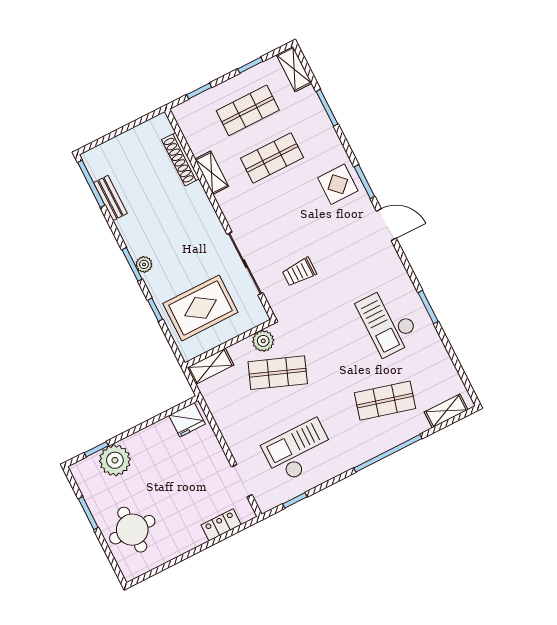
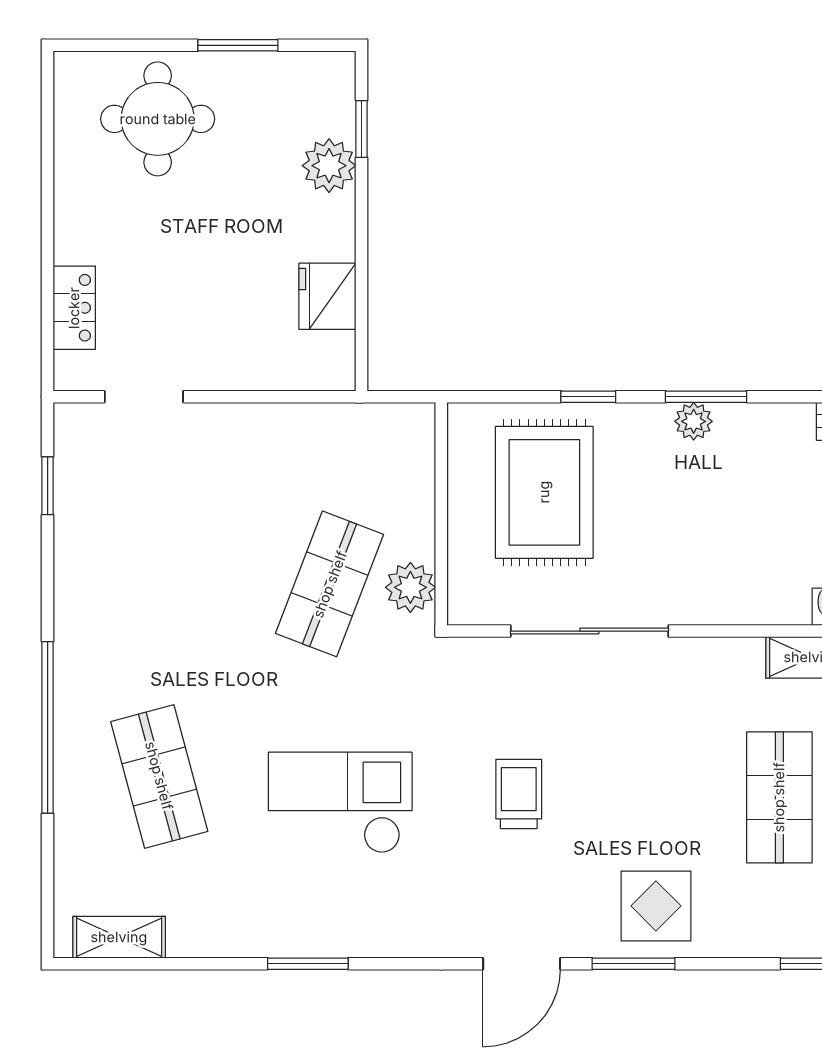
trolley: (299, 272) -> (519, 794), moved
checkout: (388, 321) -> (340, 803), moved
shelving: (210, 366) -> (413, 452), removed
shop shelf: (385, 401) -> (159, 776), turned -30
shelving: (446, 411) -> (119, 937), moved, turned 90
fridge: (187, 420) -> (327, 296), moved
checkout: (299, 451) -> (146, 545), removed
plant: (115, 460) -> (329, 166), width x0.73, depth x0.73

